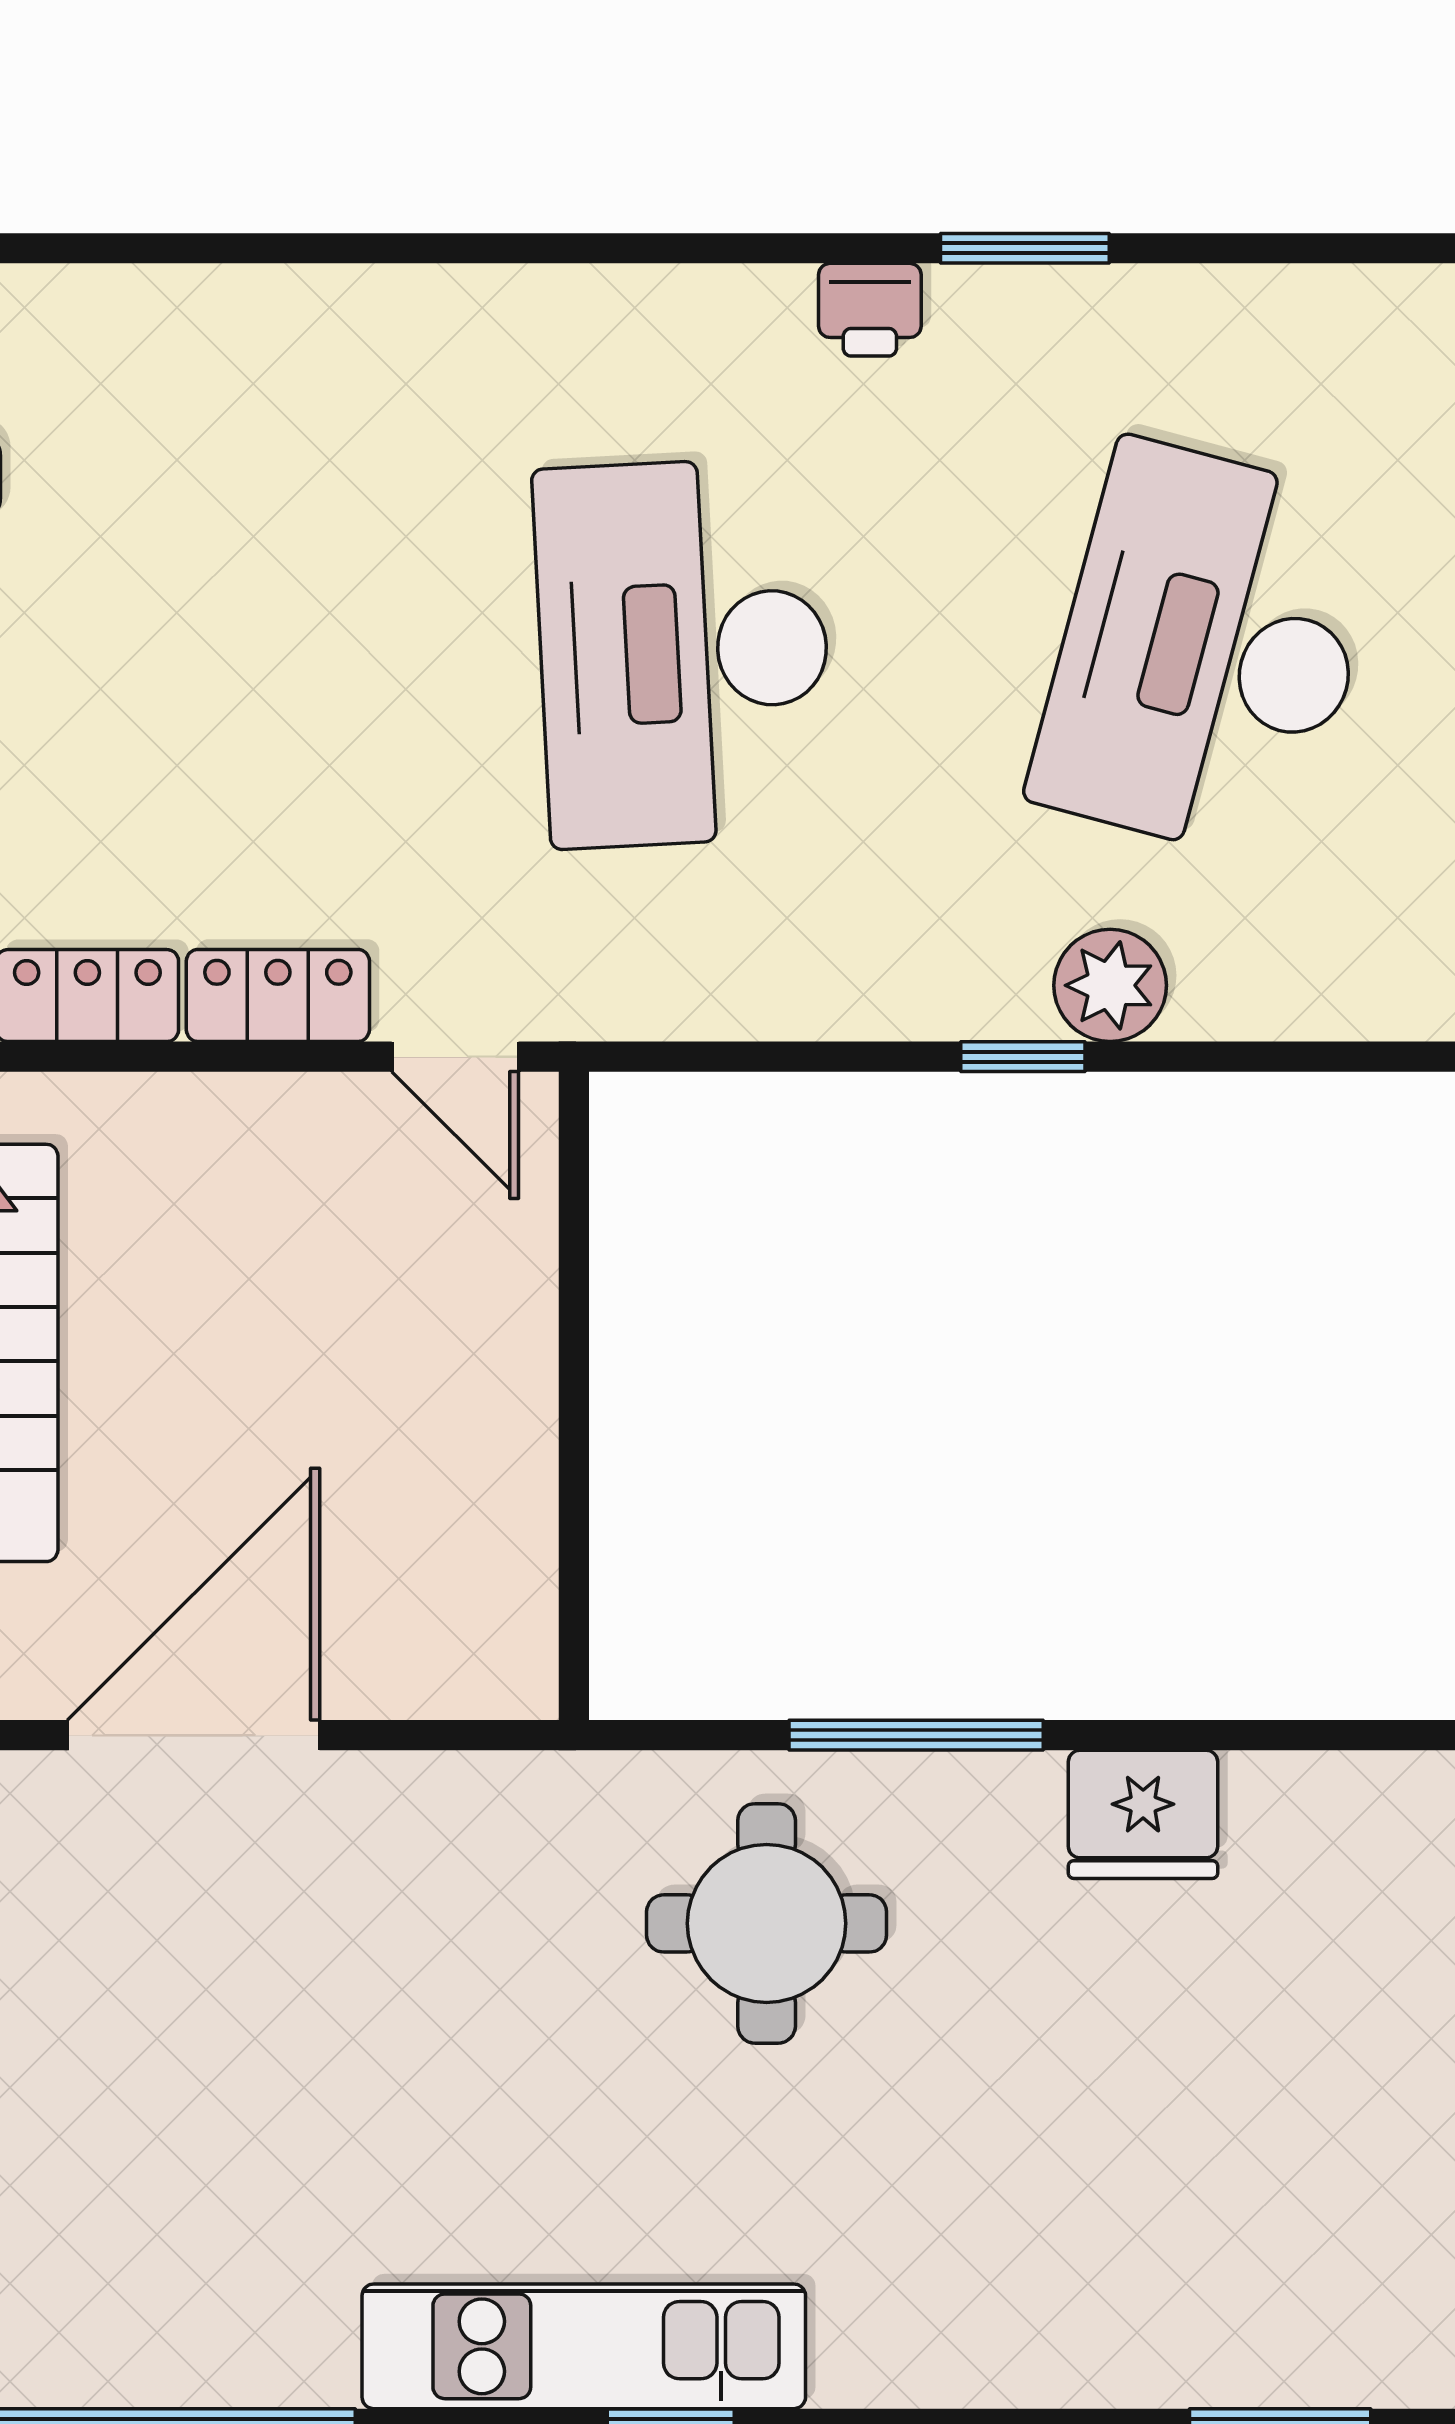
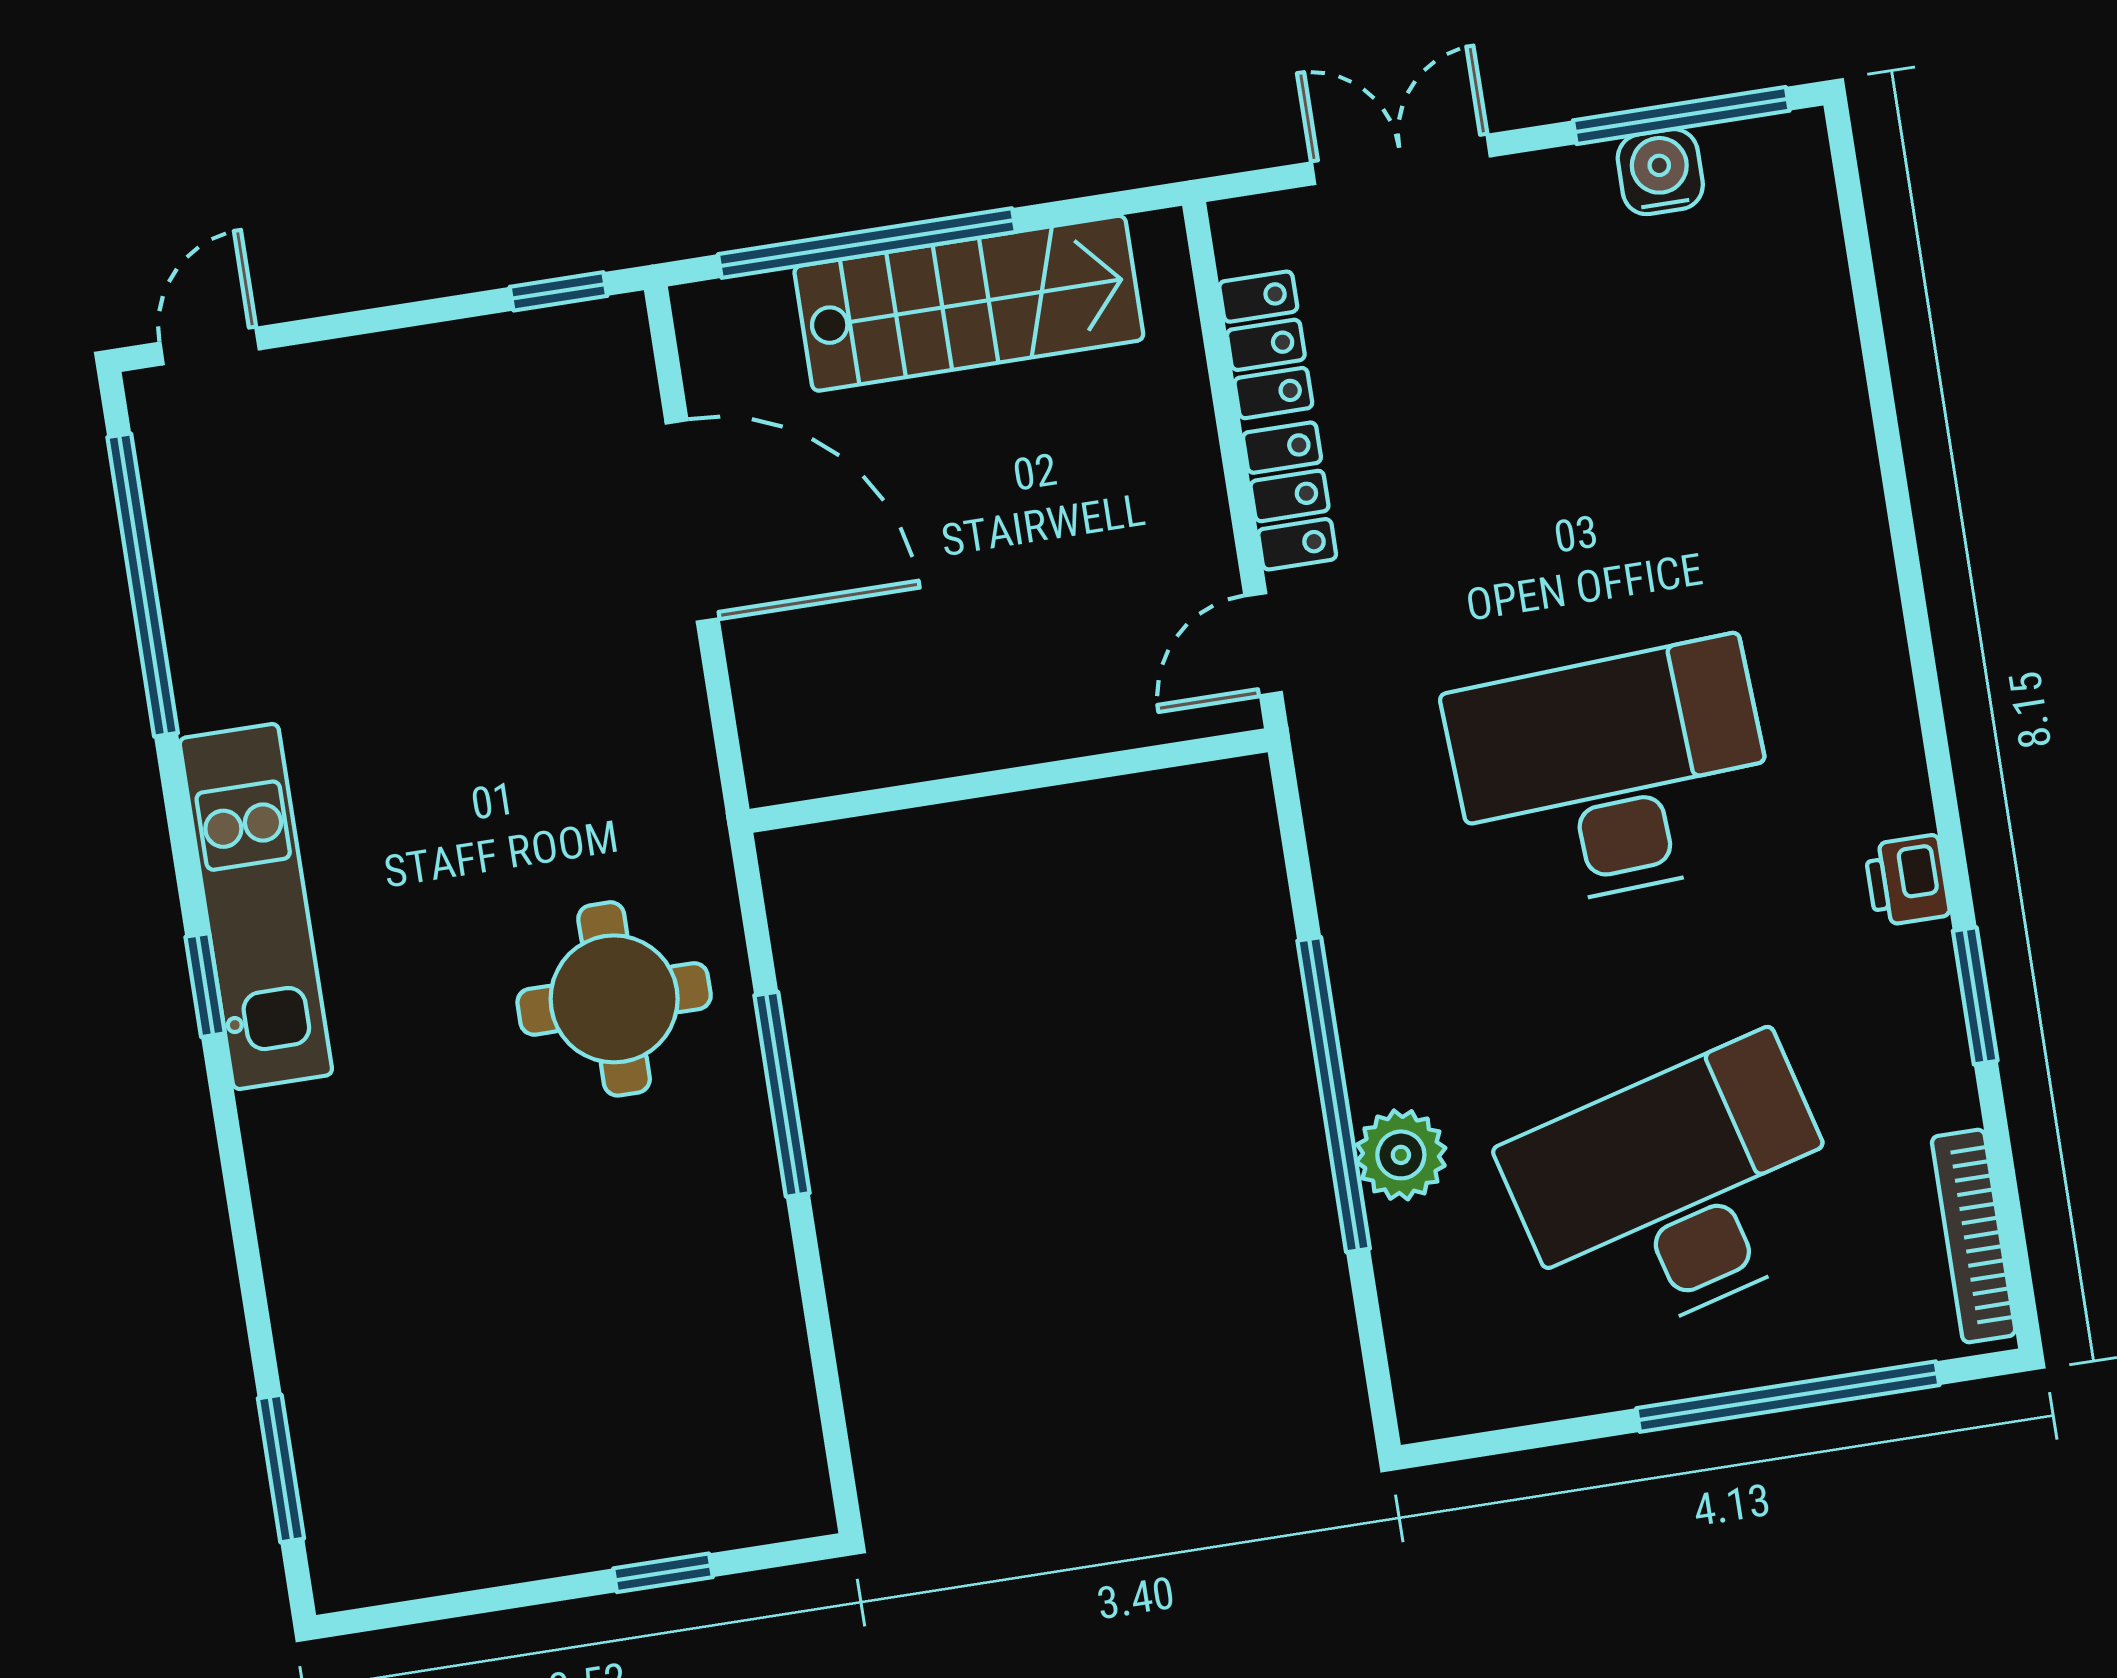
bookcase: (1320, 296) -> (1974, 1236), added
desk: (1208, 652) -> (1677, 1191), turned -30
window: (1023, 1057) -> (1334, 1095), width x3.17
fridge: (1143, 1814) -> (747, 1284), removed

